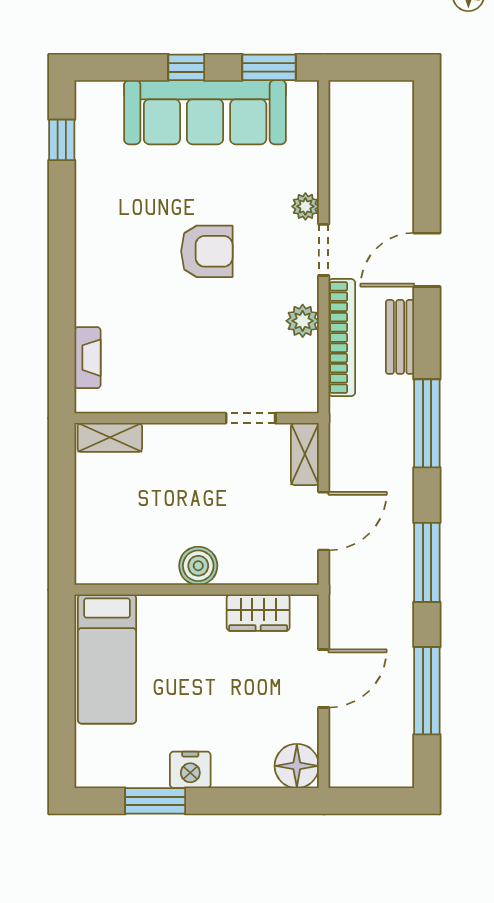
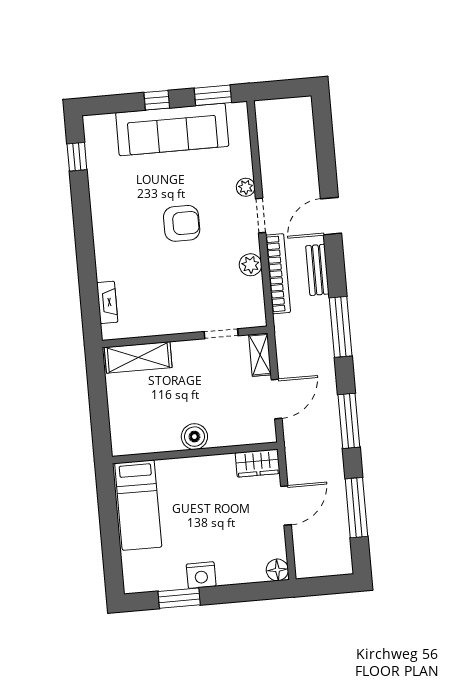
shelving: (110, 437) -> (138, 357), width x1.50, depth x1.33
wardrobe: (258, 613) -> (258, 463), moved
floor lamp: (297, 766) -> (277, 570), width x0.73, depth x0.73

